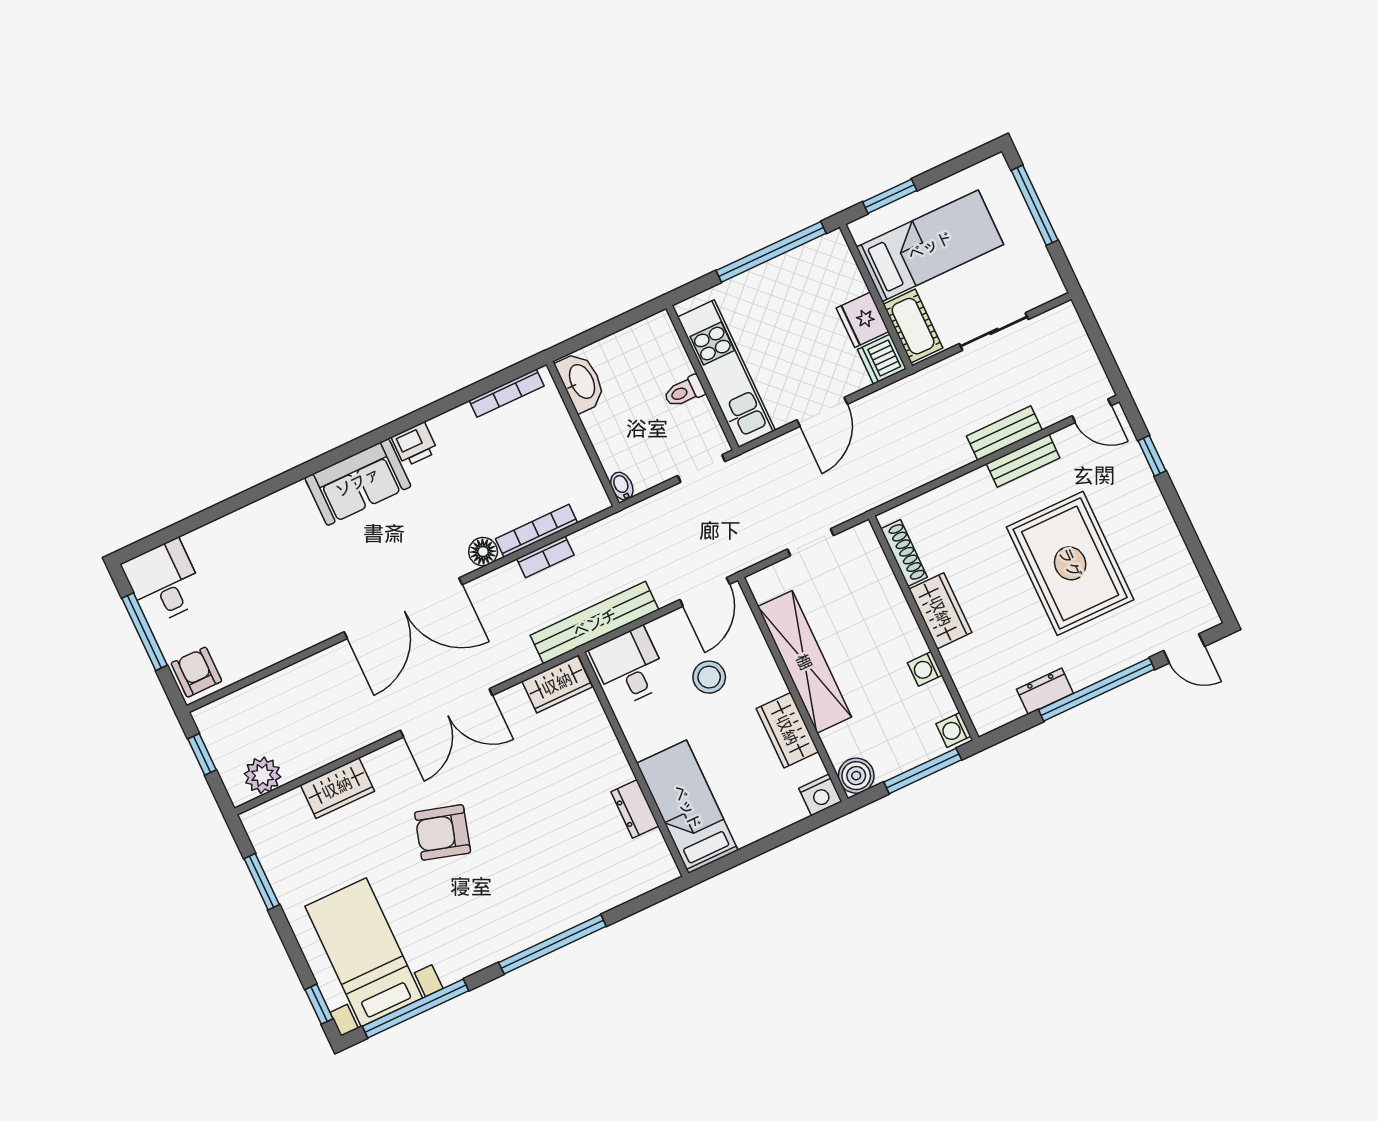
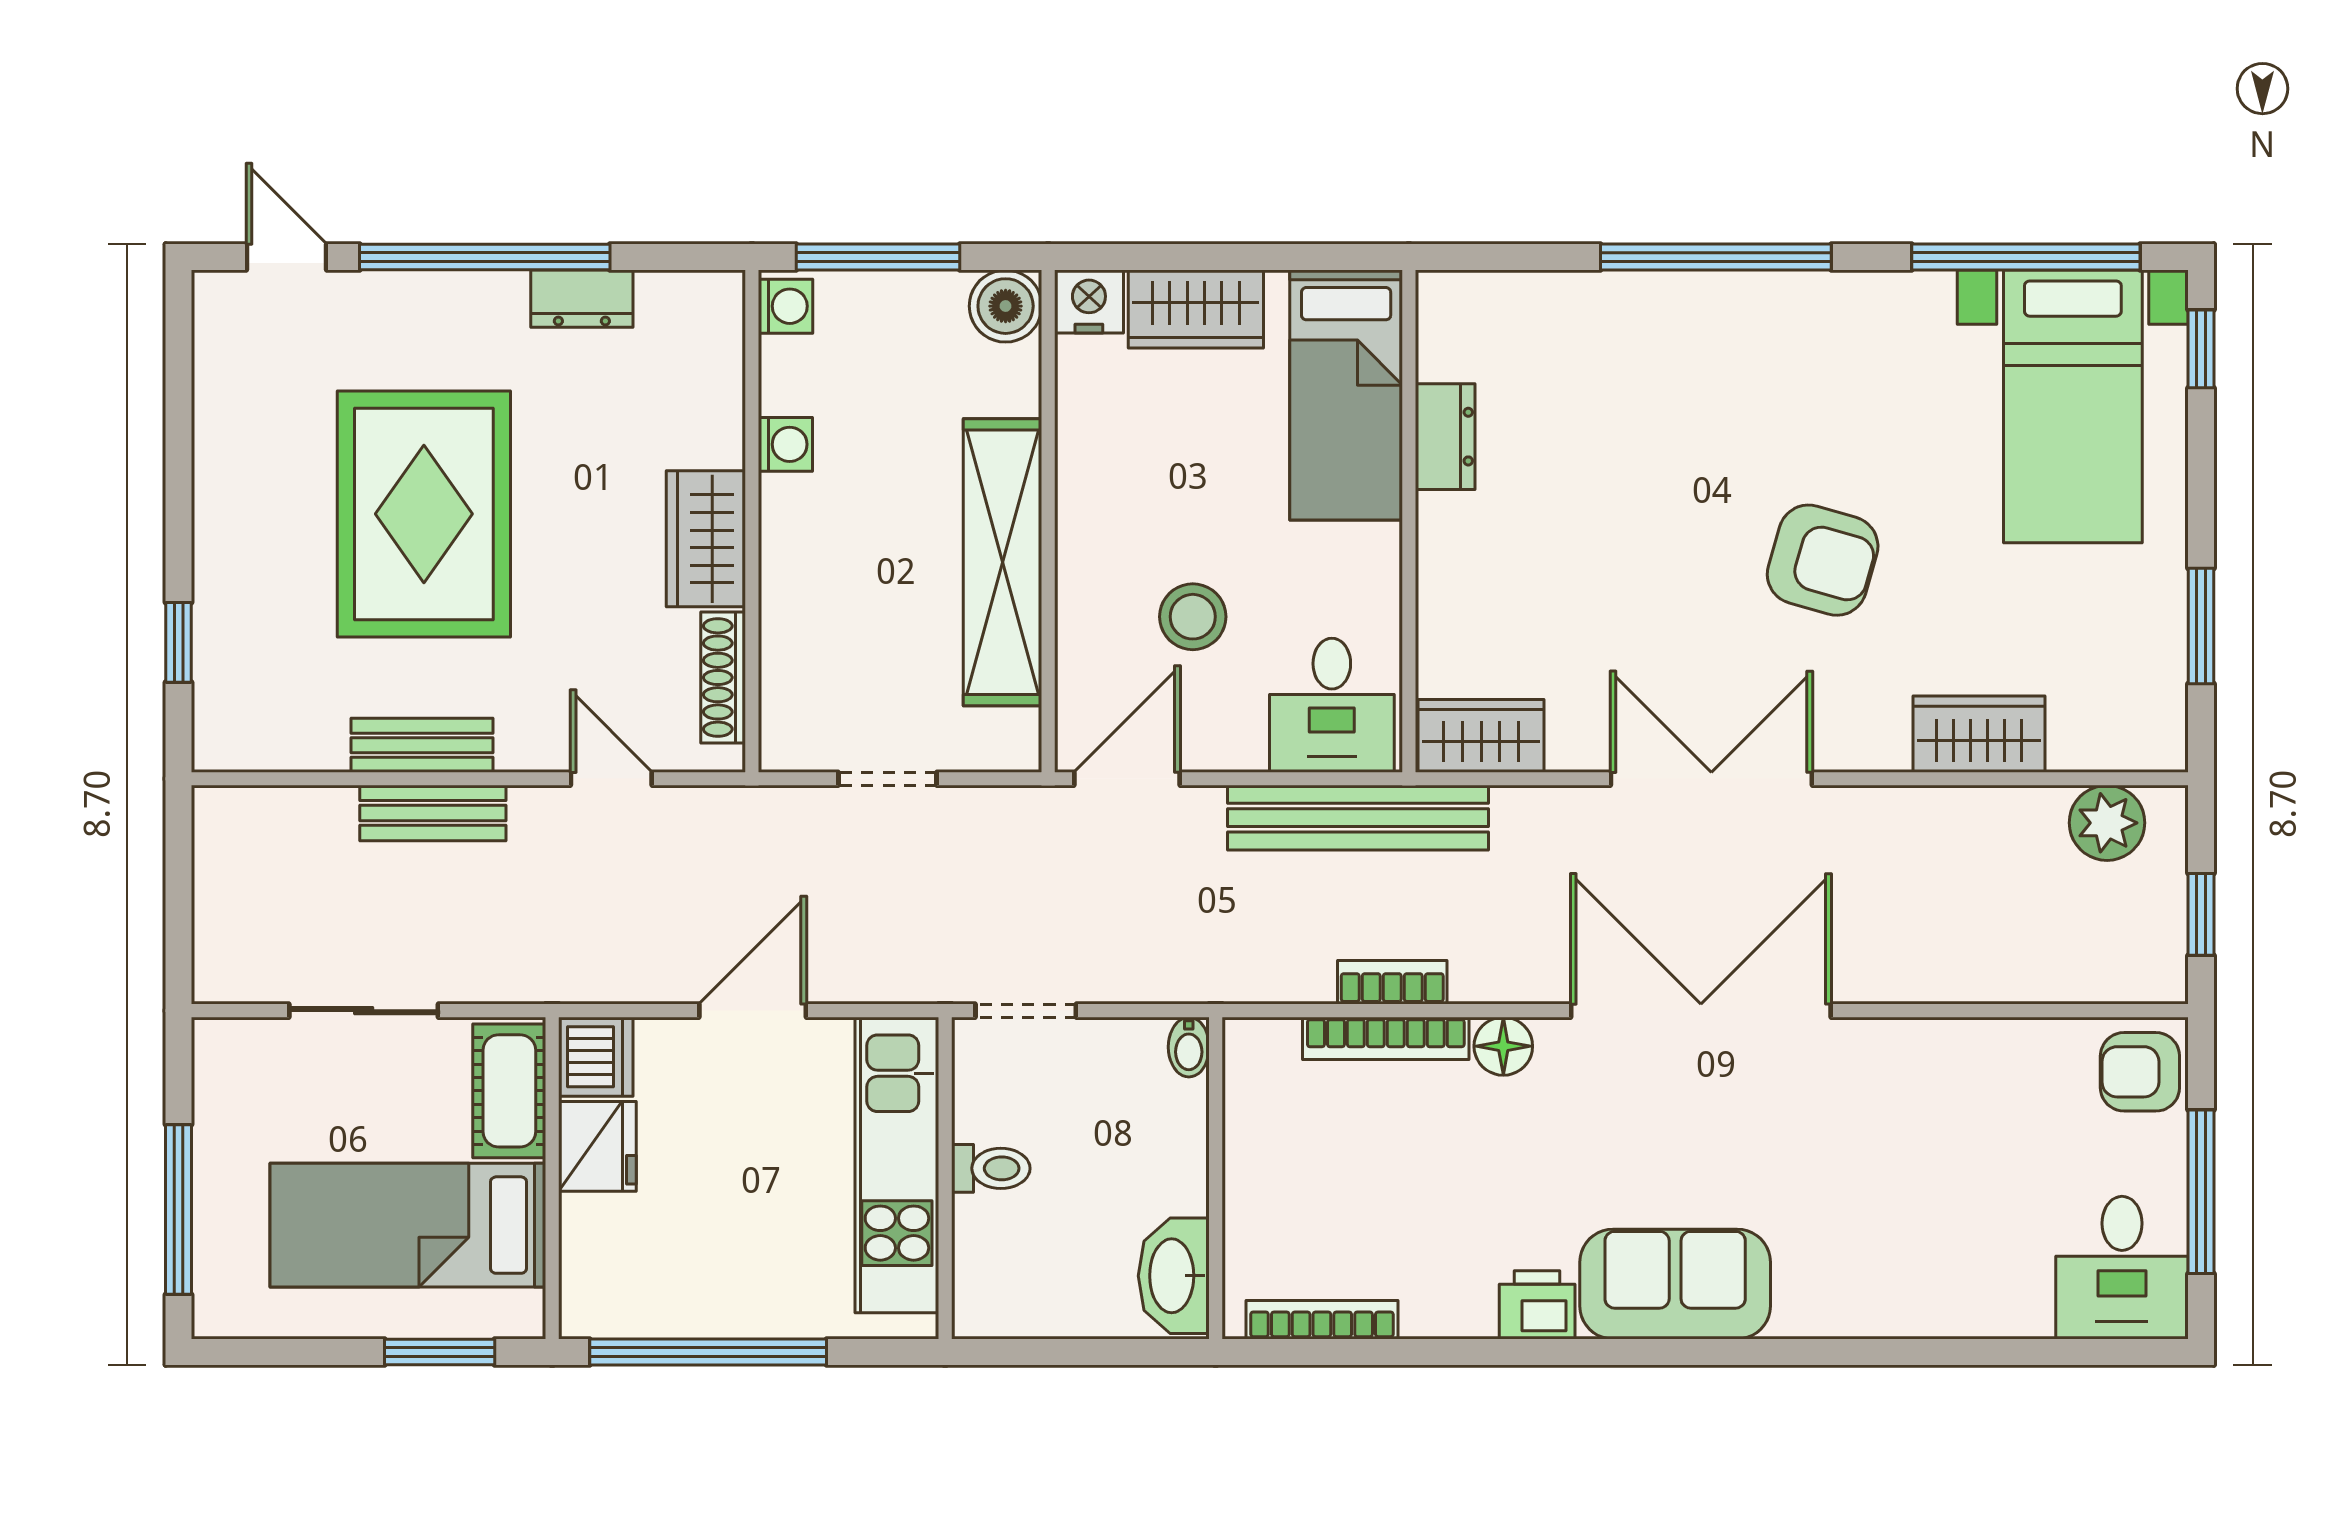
door: (1092, 411) -> (611, 779), moved
armchair: (196, 672) -> (2140, 1072), turned 90
wardrobe: (787, 730) -> (1196, 309), moved, turned 90

